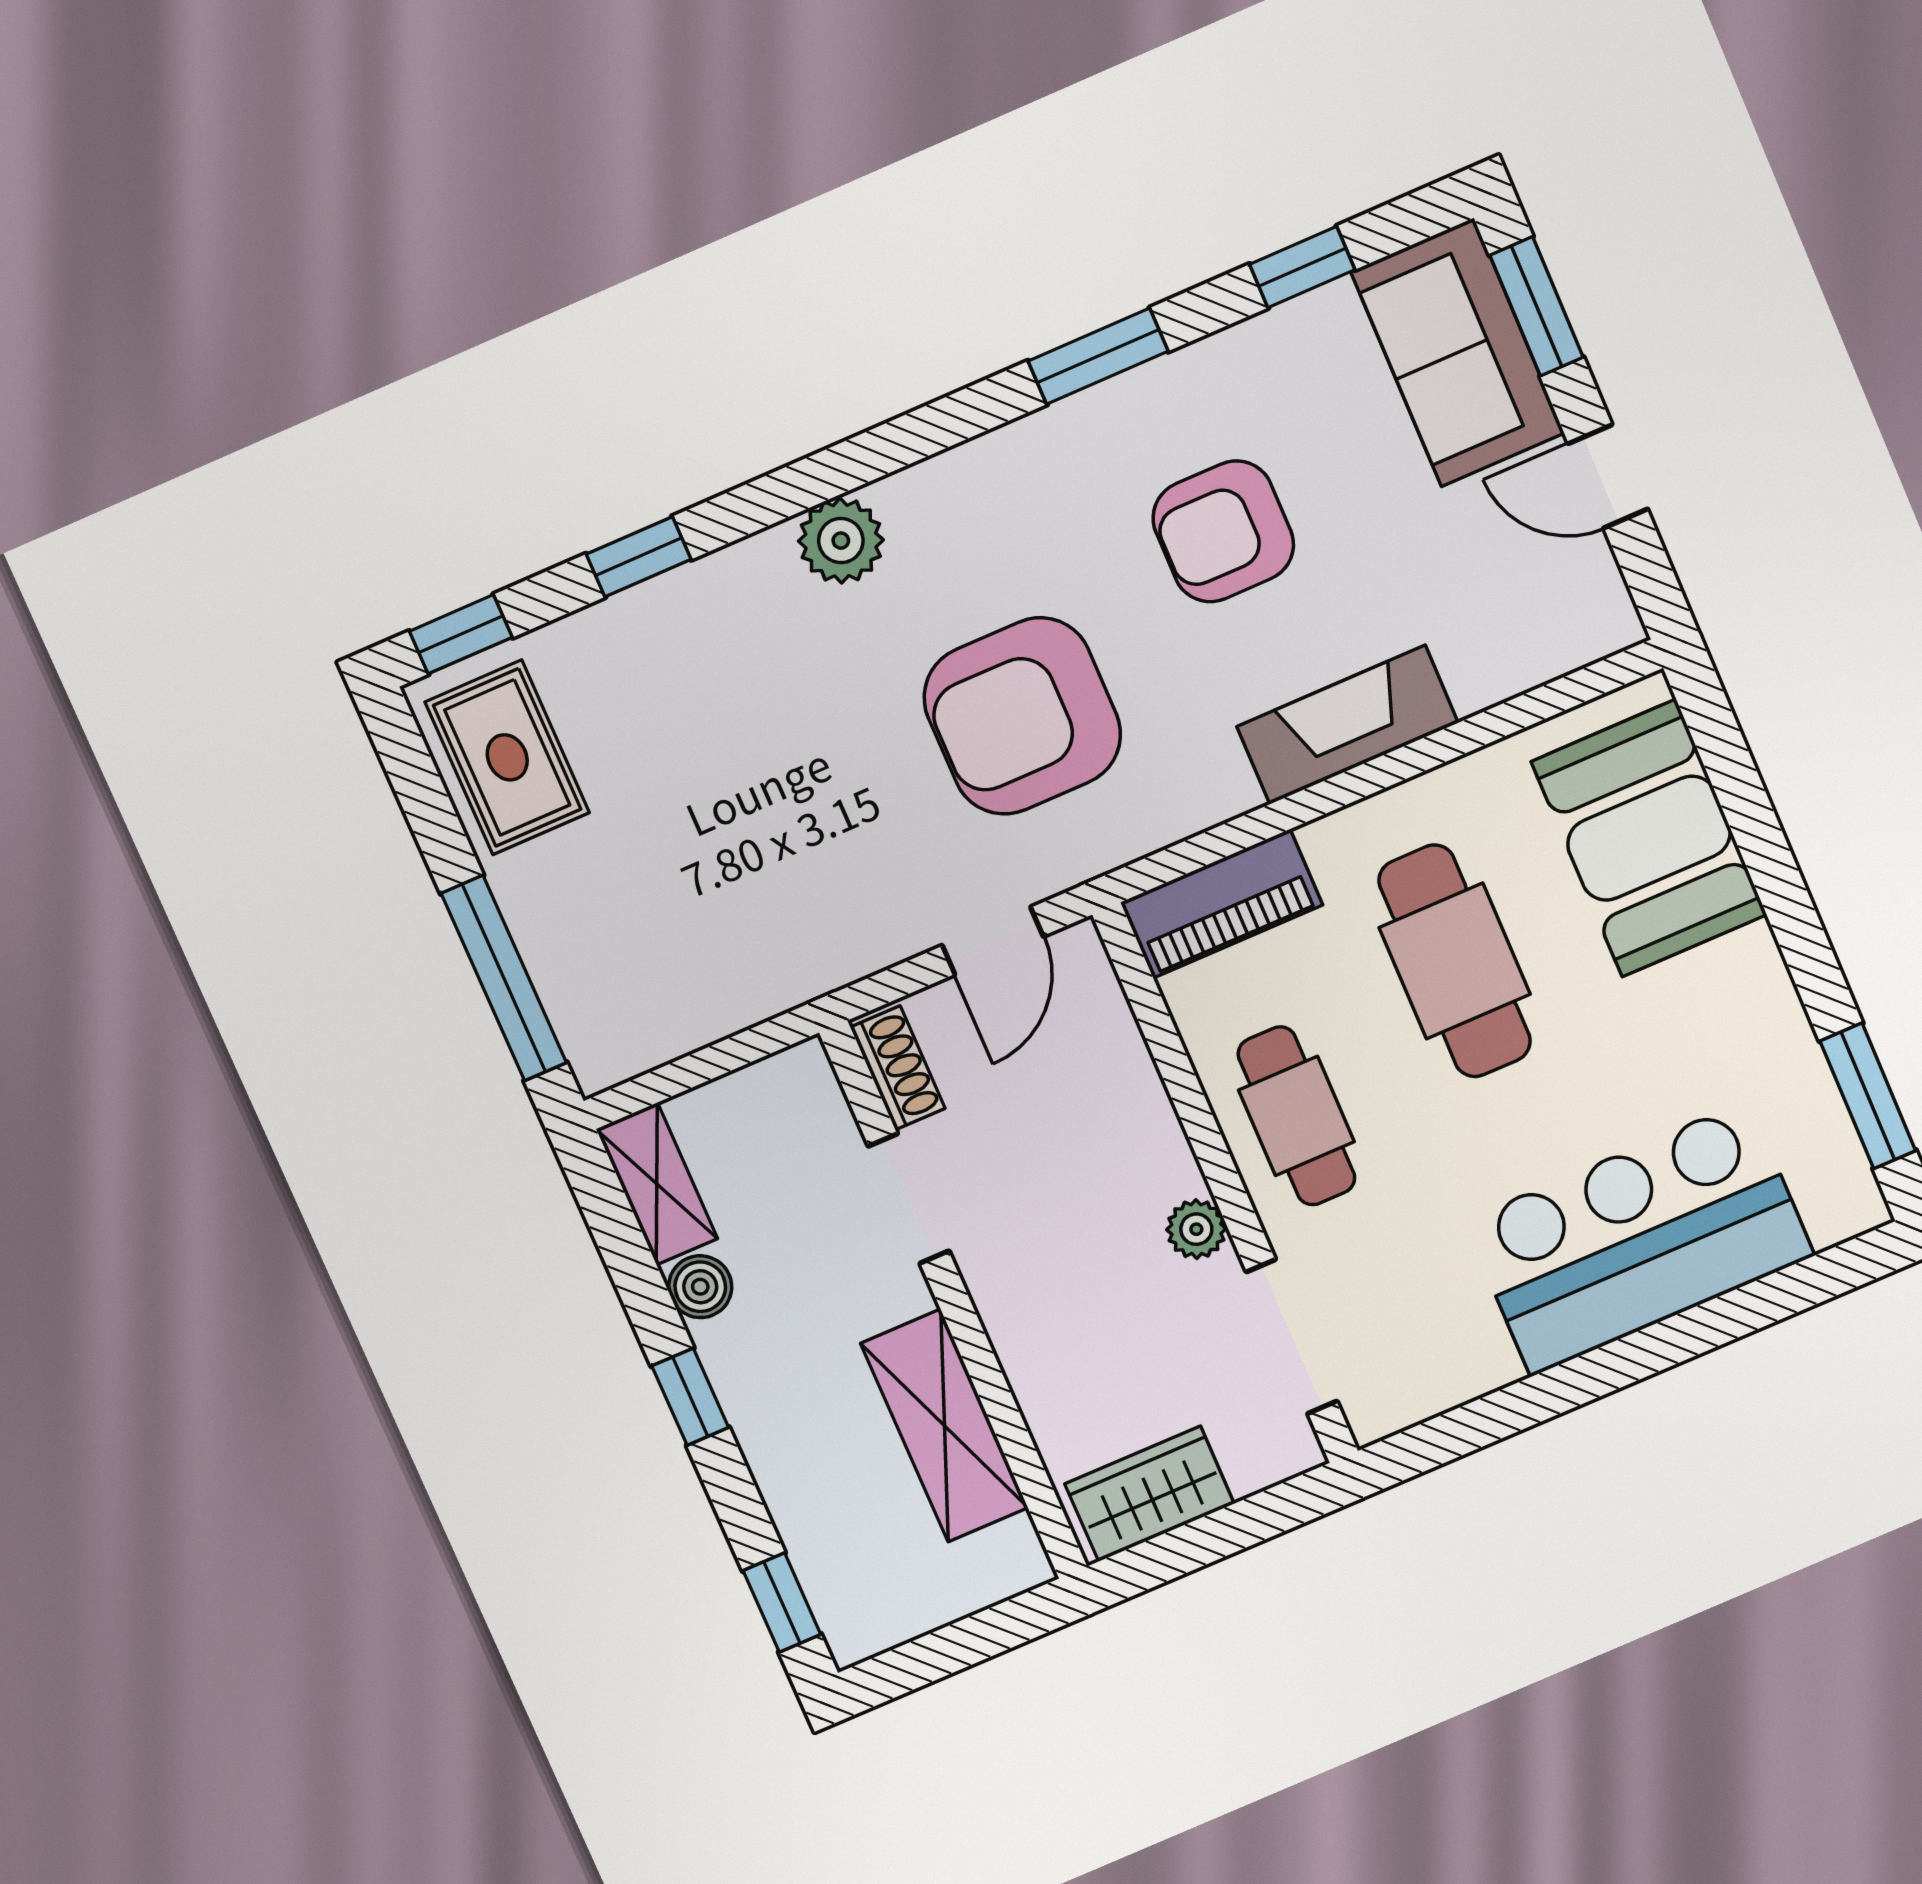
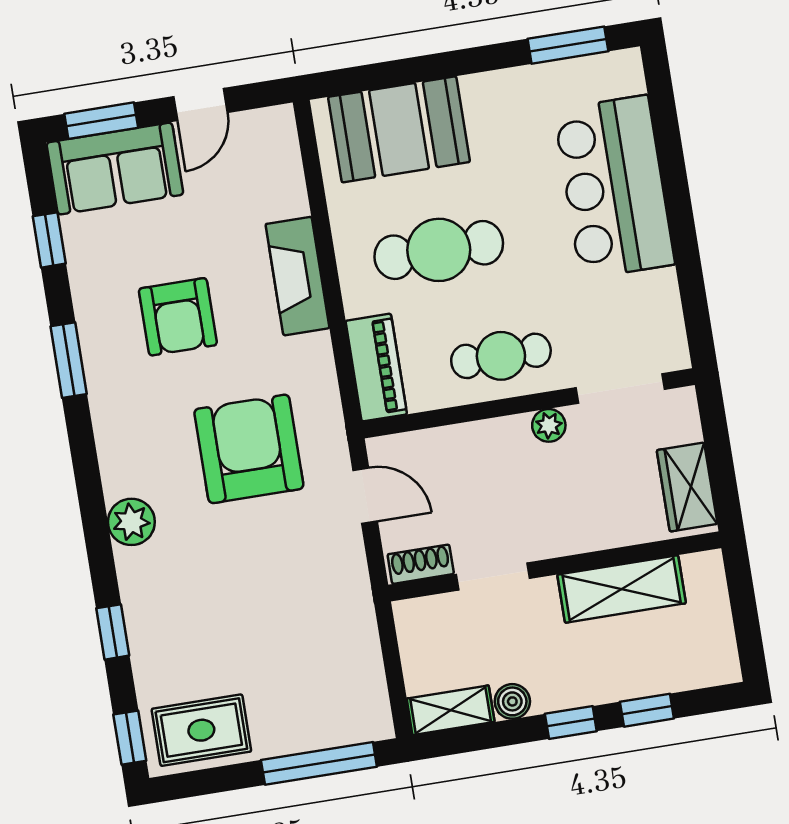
armchair: (1022, 716) -> (249, 449), turned 180
window: (782, 1603) -> (647, 710), moved

